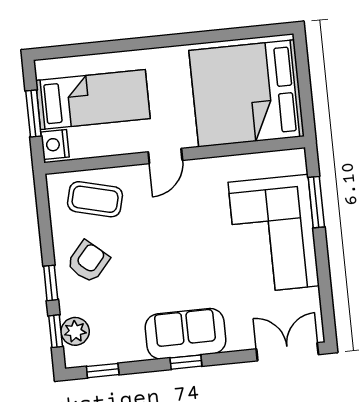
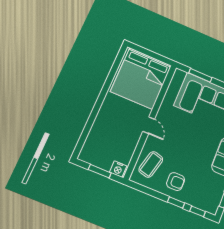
bed: (93, 100) -> (108, 143), removed
armchair: (88, 262) -> (176, 182), turned 139
plant: (75, 331) -> (202, 203), removed

